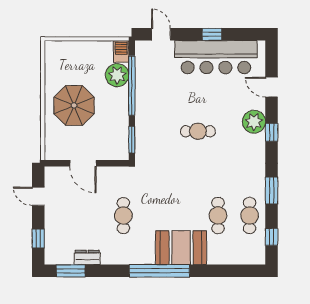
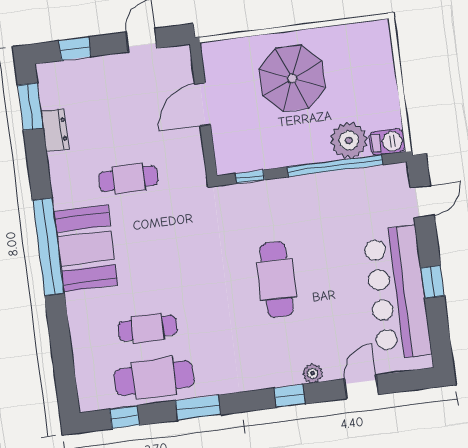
plant: (254, 122) -> (313, 373), width x0.53, depth x0.53
cafe table: (198, 131) -> (276, 279), width x1.37, depth x1.35
window: (132, 140) -> (250, 177), width x0.67
cafe table: (250, 216) -> (154, 378), width x1.37, depth x1.35
booth: (181, 248) -> (86, 248), moved

